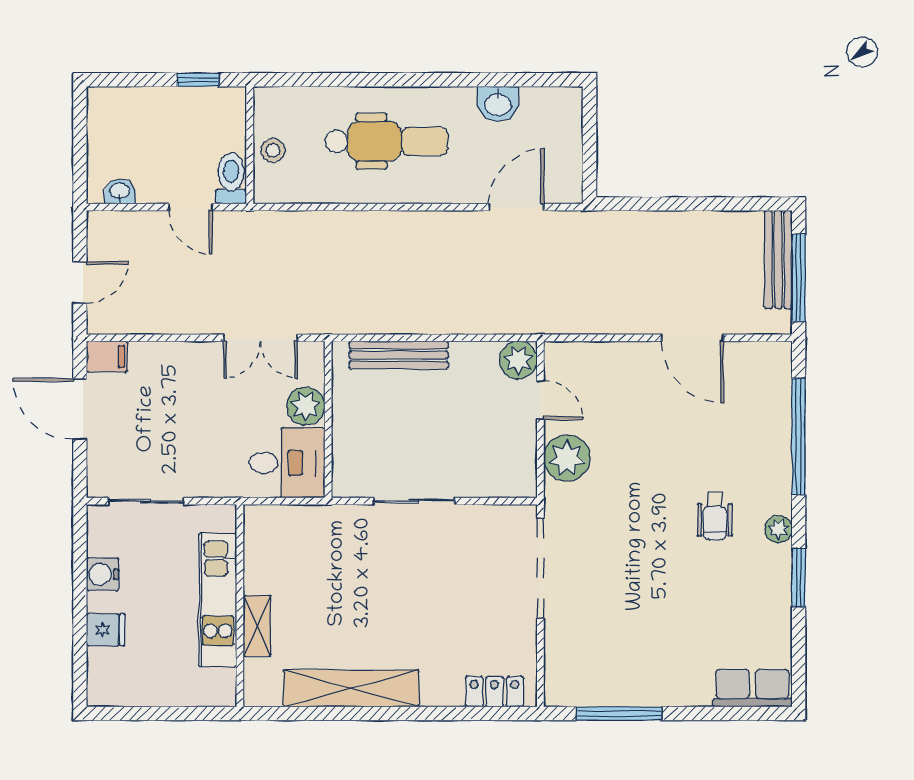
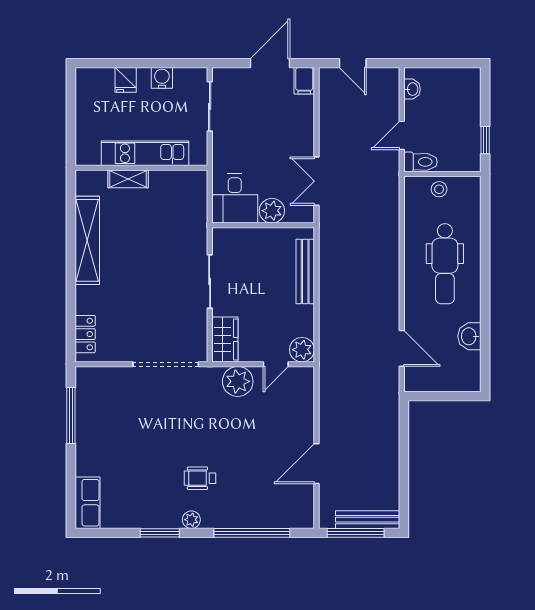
wardrobe: (503, 478) -> (225, 339), added

